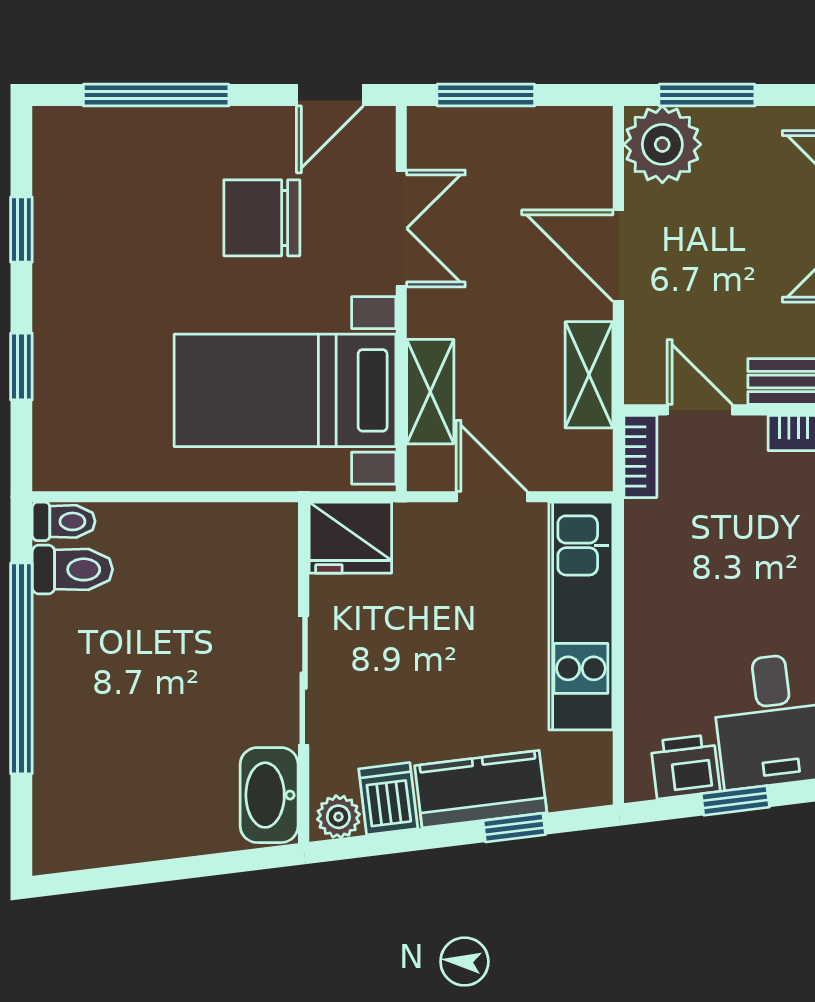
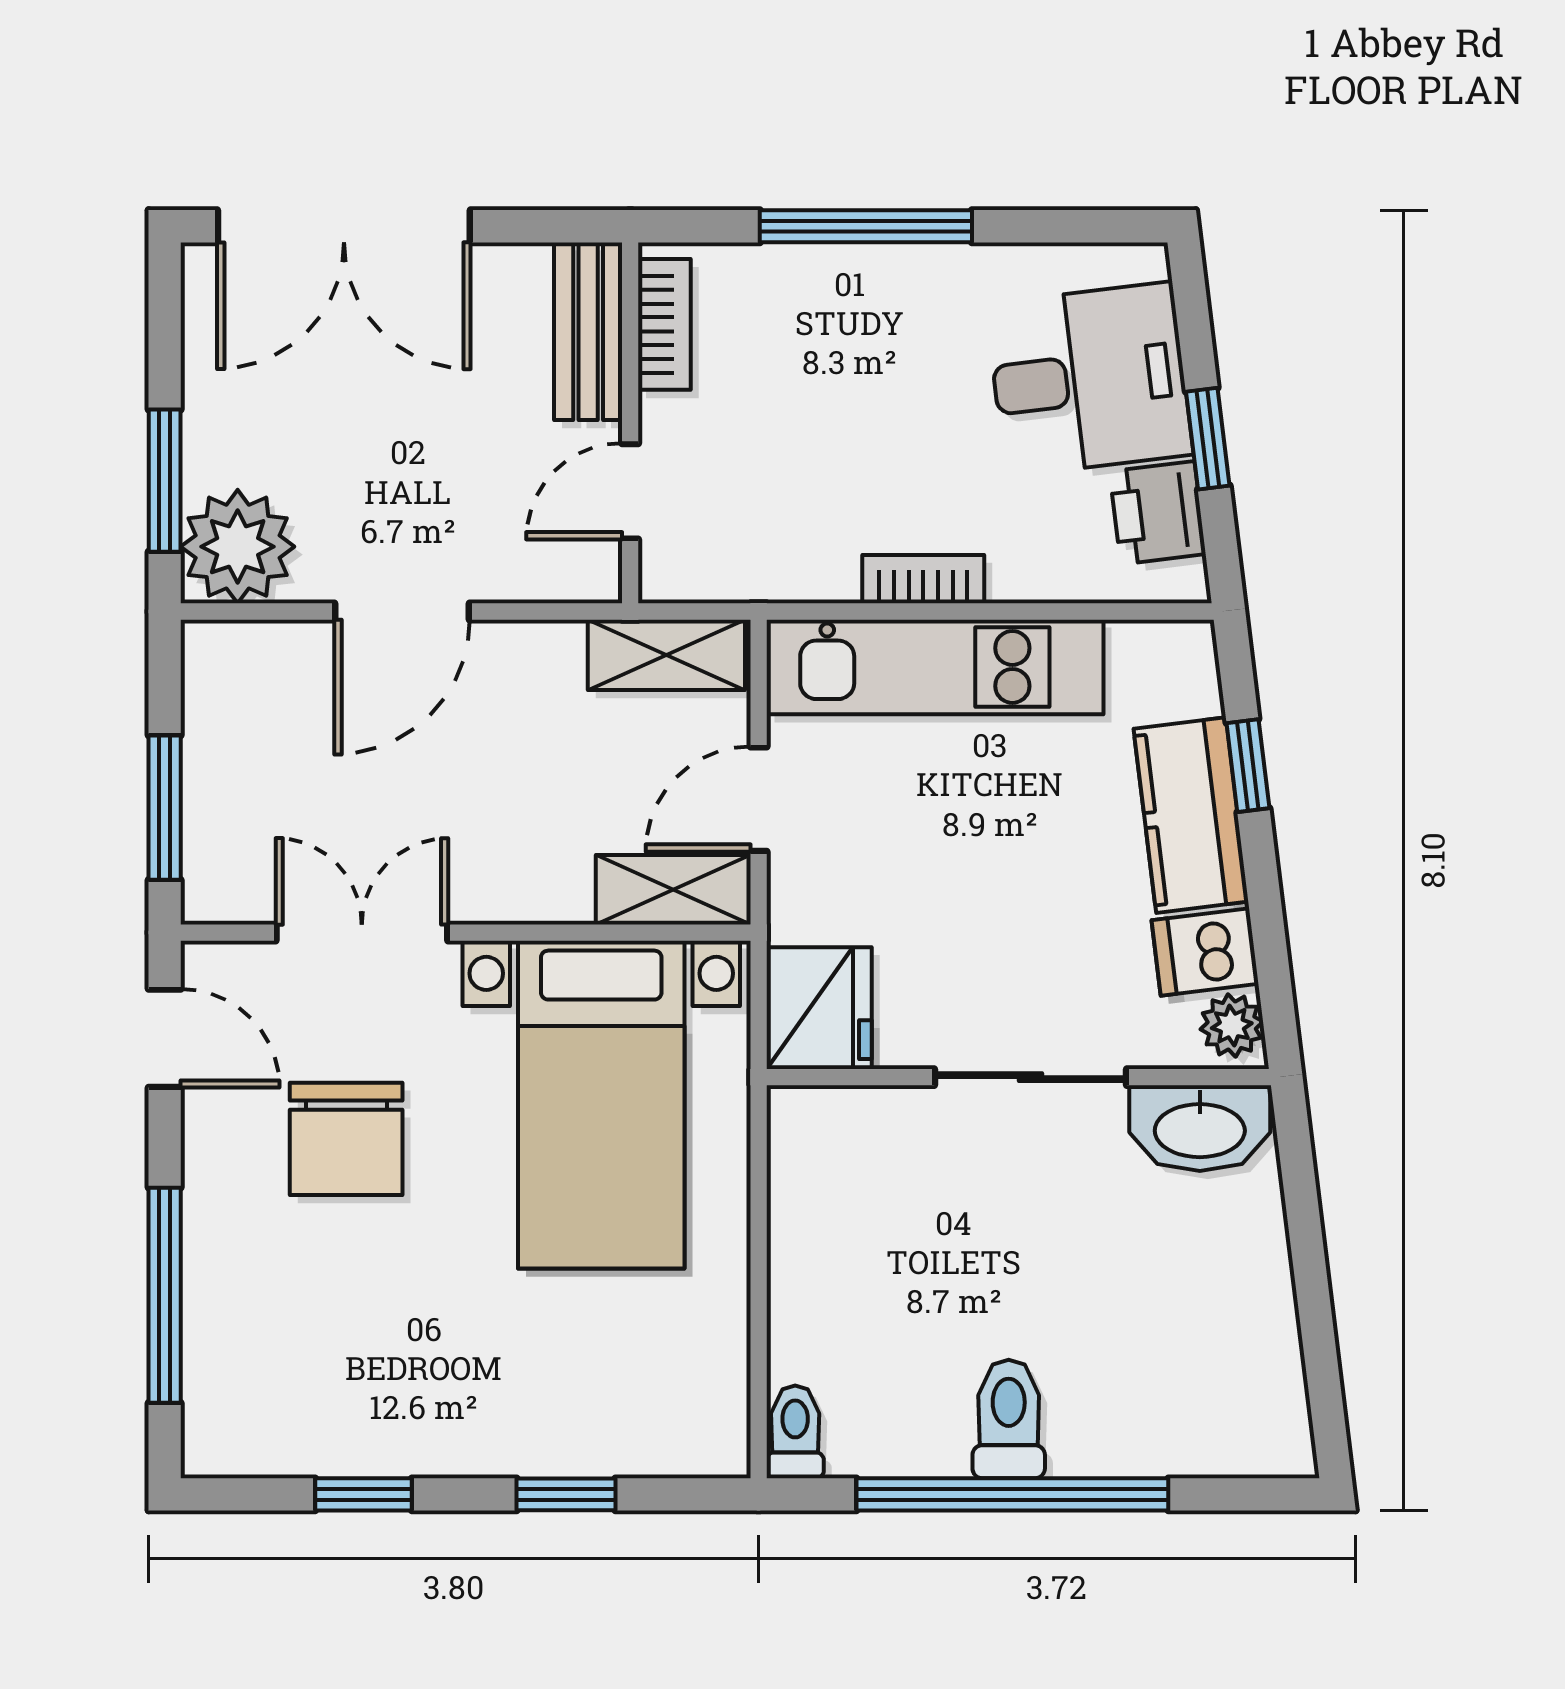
shelving: (589, 375) -> (666, 655), moved
shelving: (430, 392) -> (673, 890), moved
bookcase: (640, 456) -> (923, 579), moved
toilet: (72, 569) -> (1009, 1419), moved

